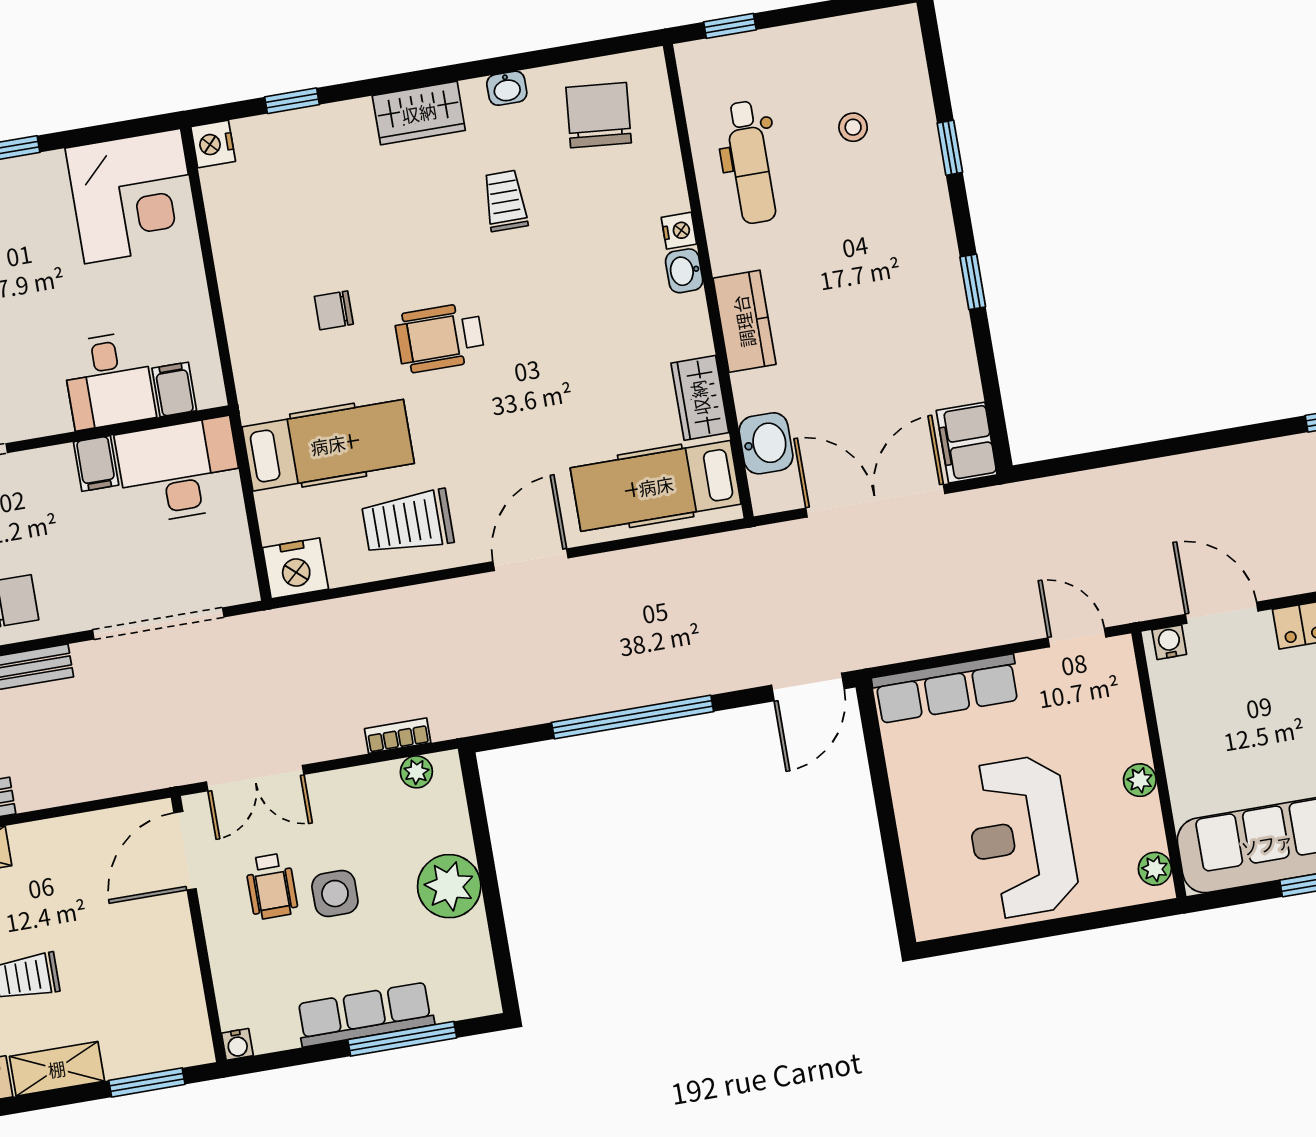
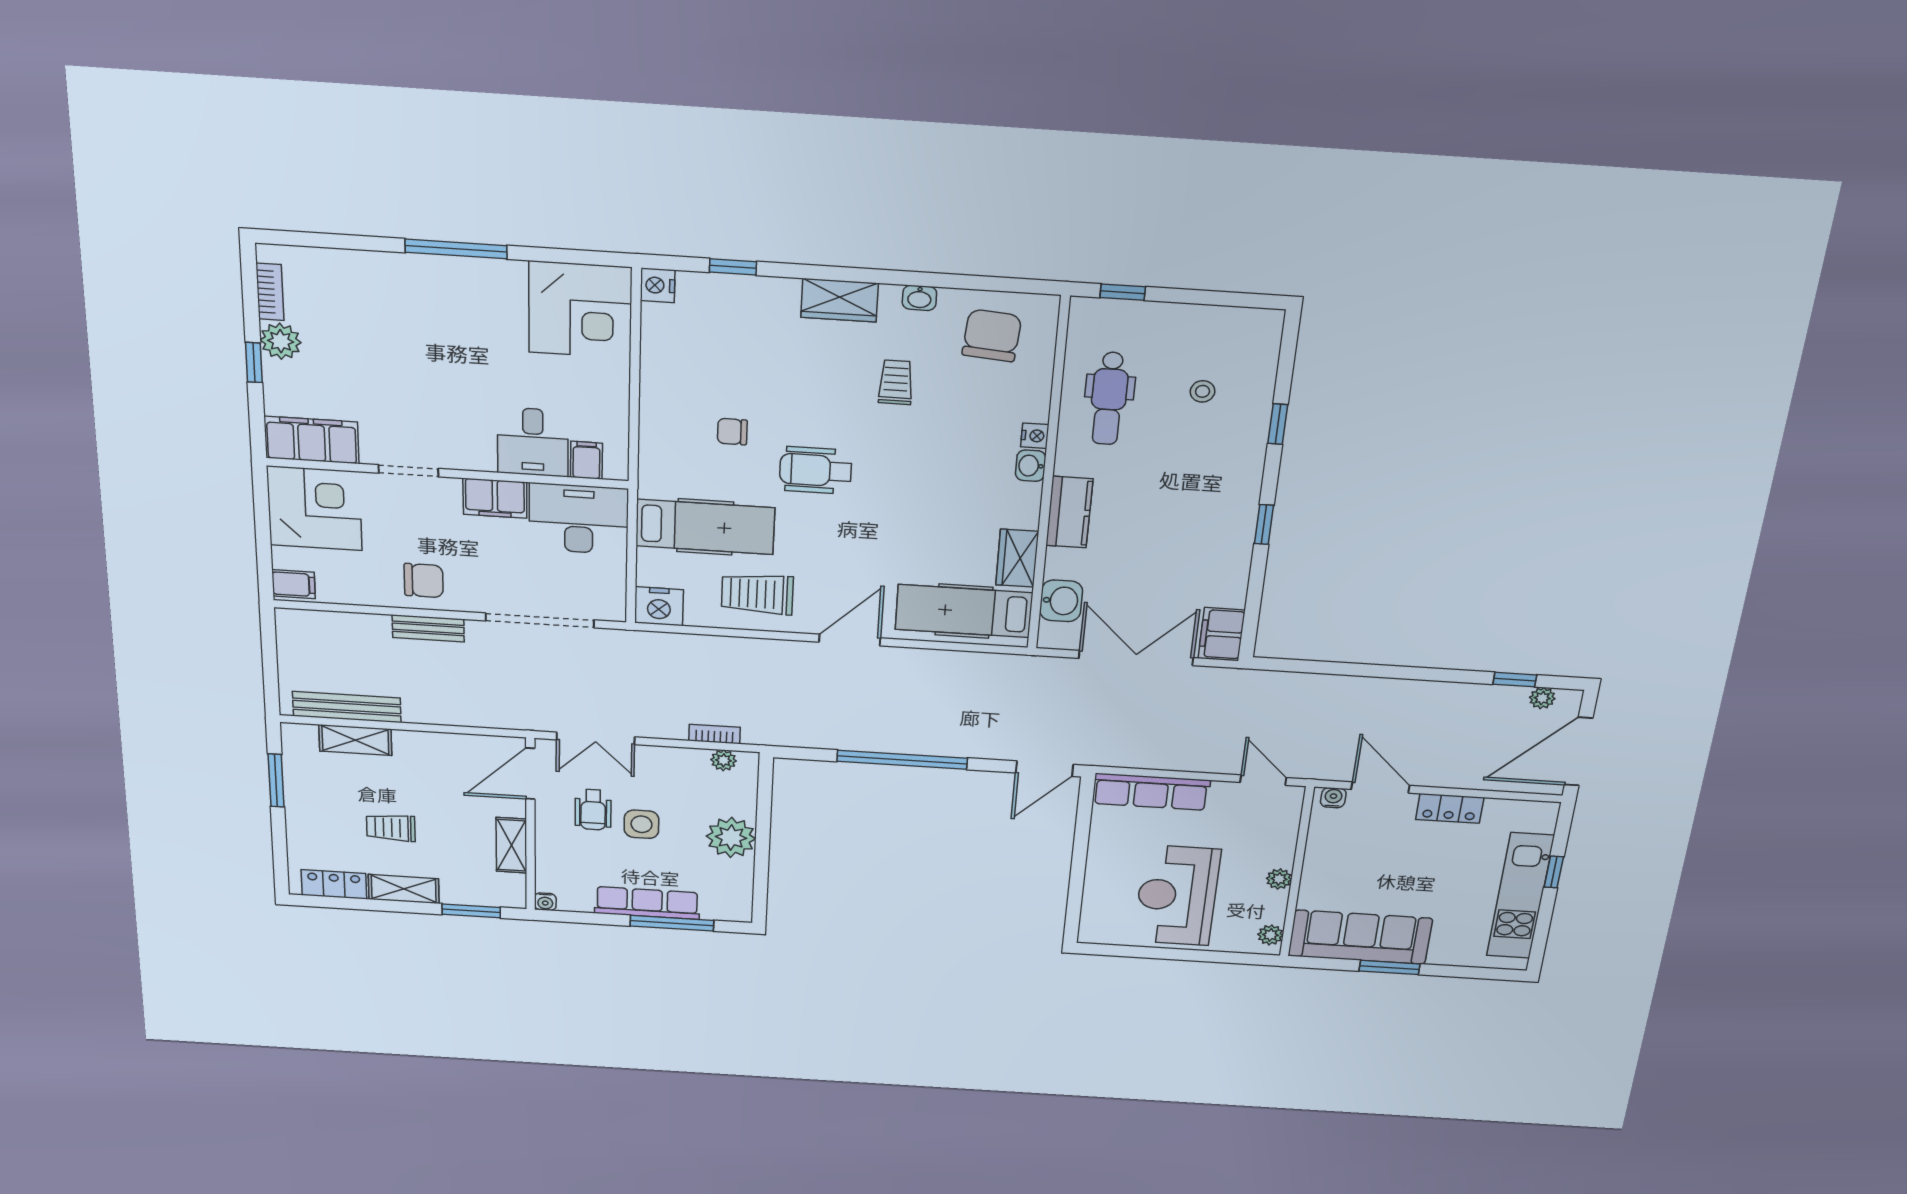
filing cabinet: (96, 464) -> (495, 498), width x2.00
shelving: (180, 966) -> (511, 845), added

